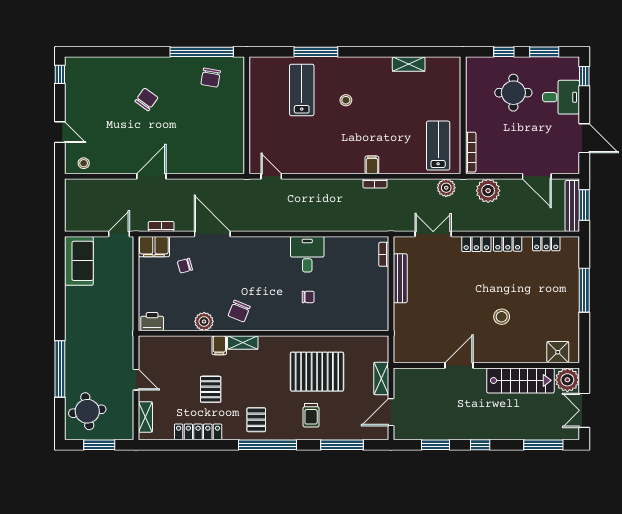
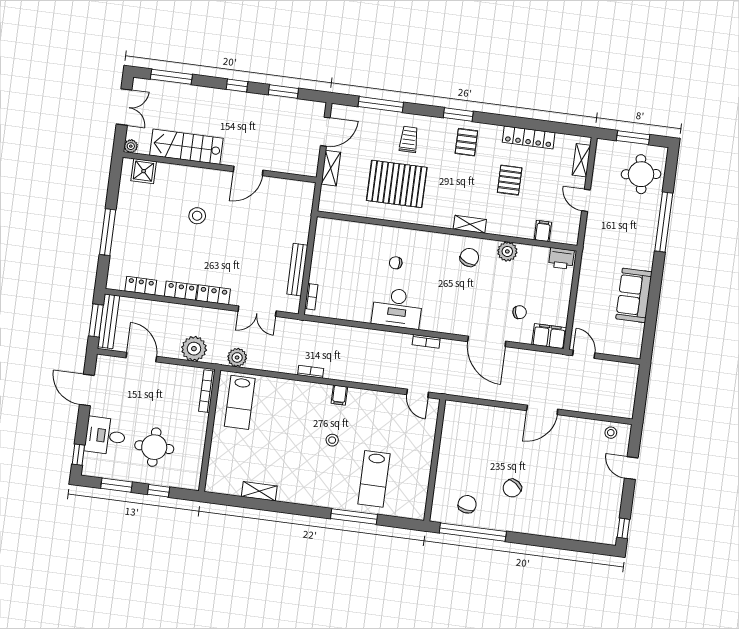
chair: (146, 99) -> (512, 488), moved
stool: (346, 100) -> (332, 440), moved
filing cabinet: (372, 165) -> (339, 395), moved
bookcase: (161, 226) -> (426, 341), moved
door: (119, 234) -> (584, 354), swing flipped
desk: (307, 254) -> (397, 308), width x1.37
sofa: (79, 261) -> (634, 295), moved
filing cabinet: (219, 345) -> (543, 231), moved
plant: (567, 380) -> (131, 146), width x0.53, depth x0.53
window: (267, 445) -> (458, 115), width x0.47

